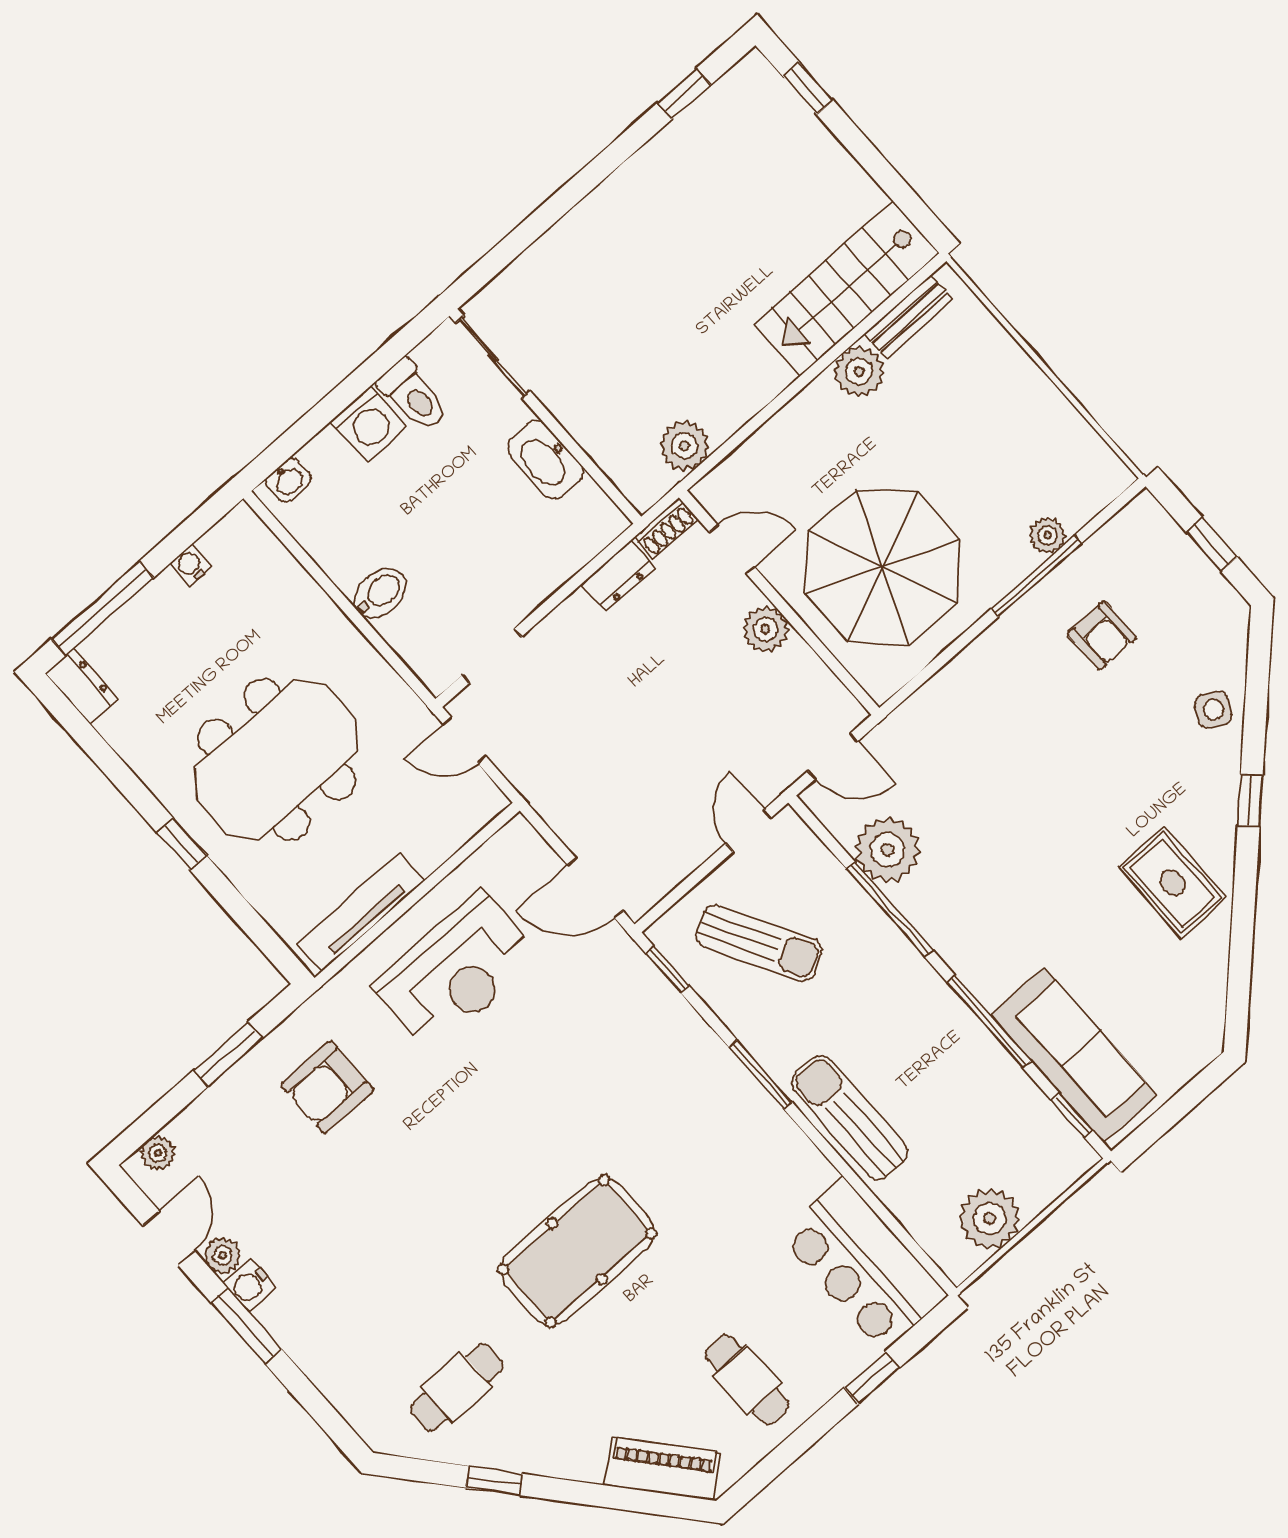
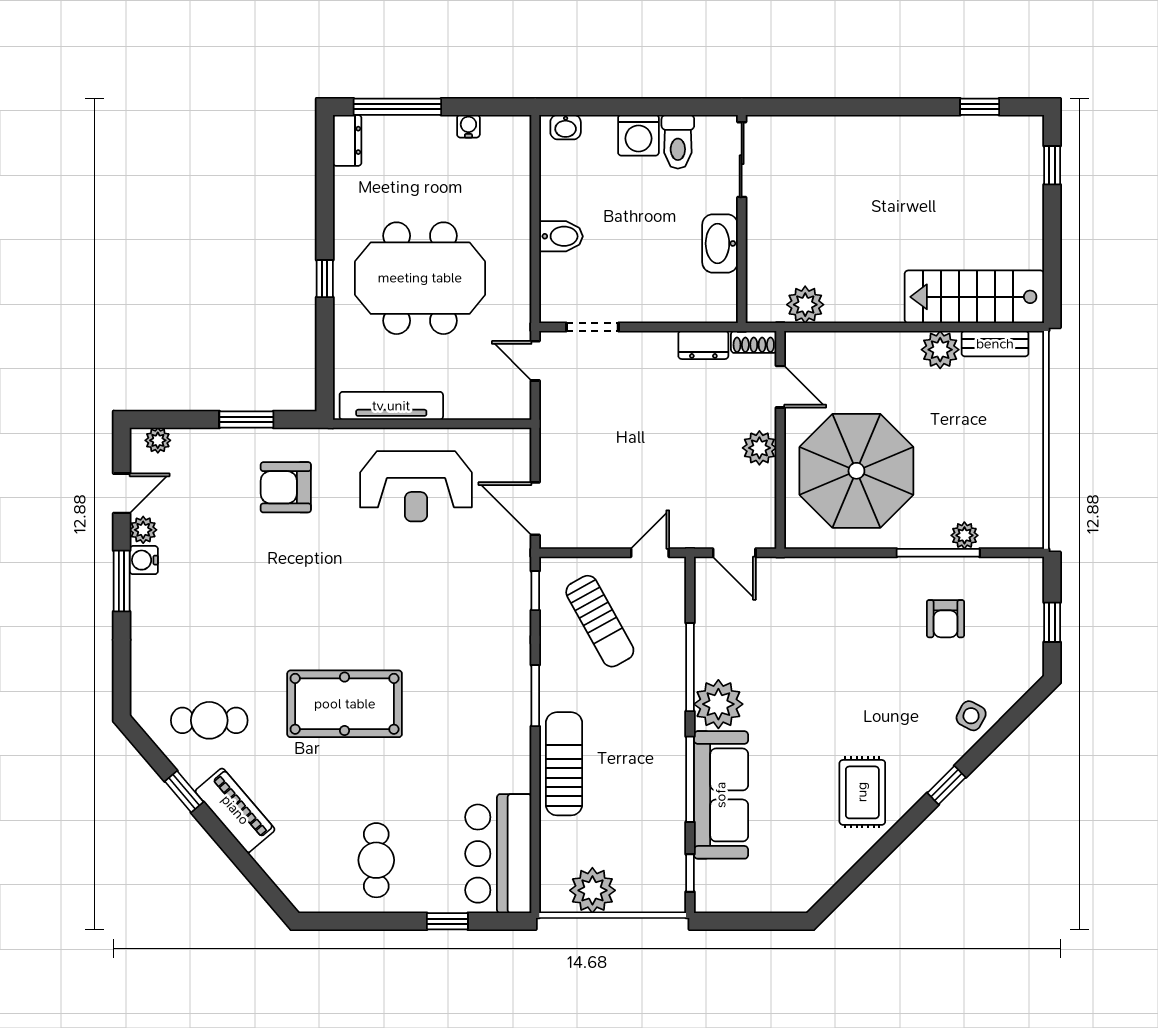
plant: (887, 850) -> (718, 704), moved
sofa: (1074, 1055) -> (721, 795), moved
piano: (663, 1469) -> (235, 810), moved

